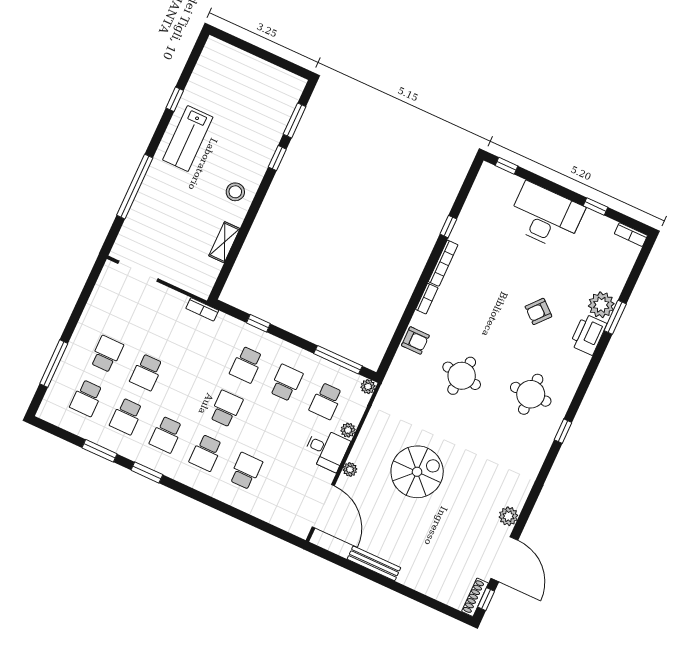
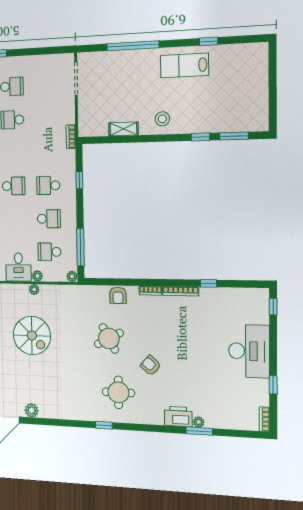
plant: (601, 305) -> (199, 422), width x0.53, depth x0.53
armchair: (538, 311) -> (151, 365), moved
round table: (462, 376) -> (109, 338), turned -36
plant: (350, 469) -> (34, 289), moved

